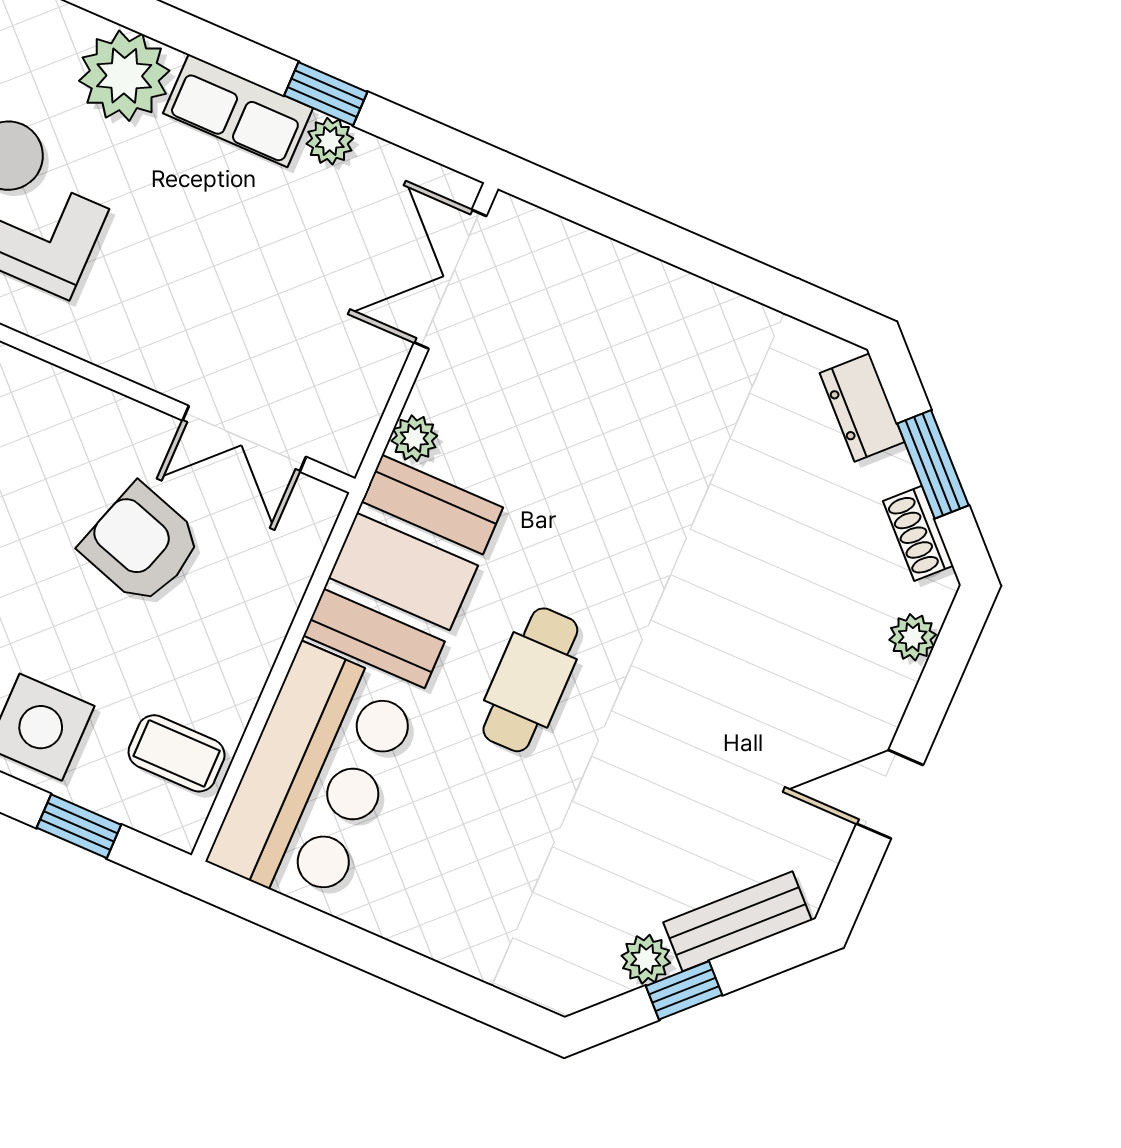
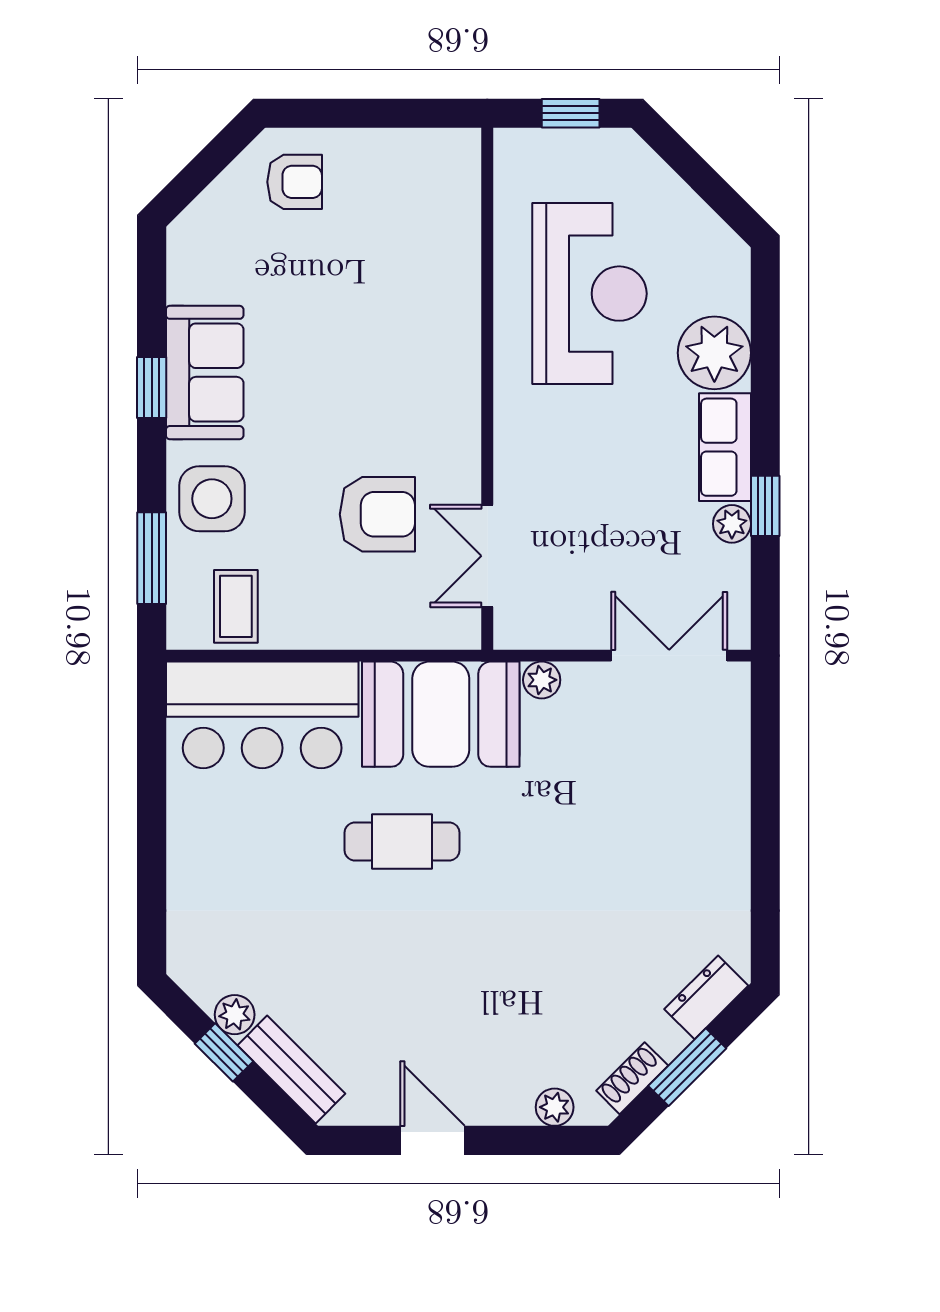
armchair: (141, 544) -> (377, 514), turned 72
window: (79, 826) -> (152, 558), width x1.50

